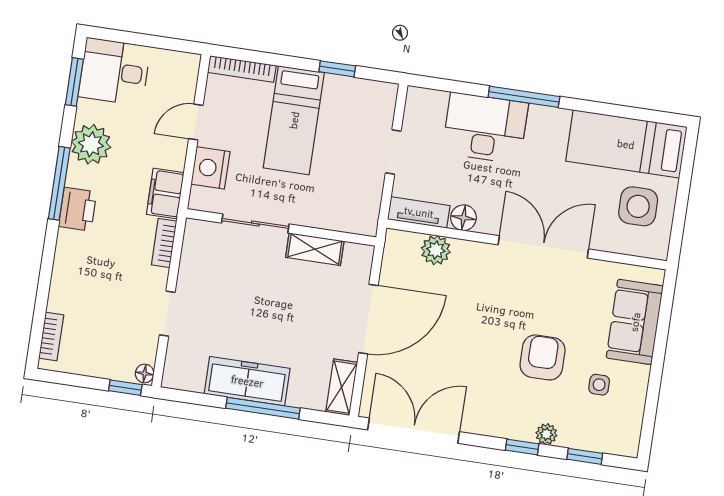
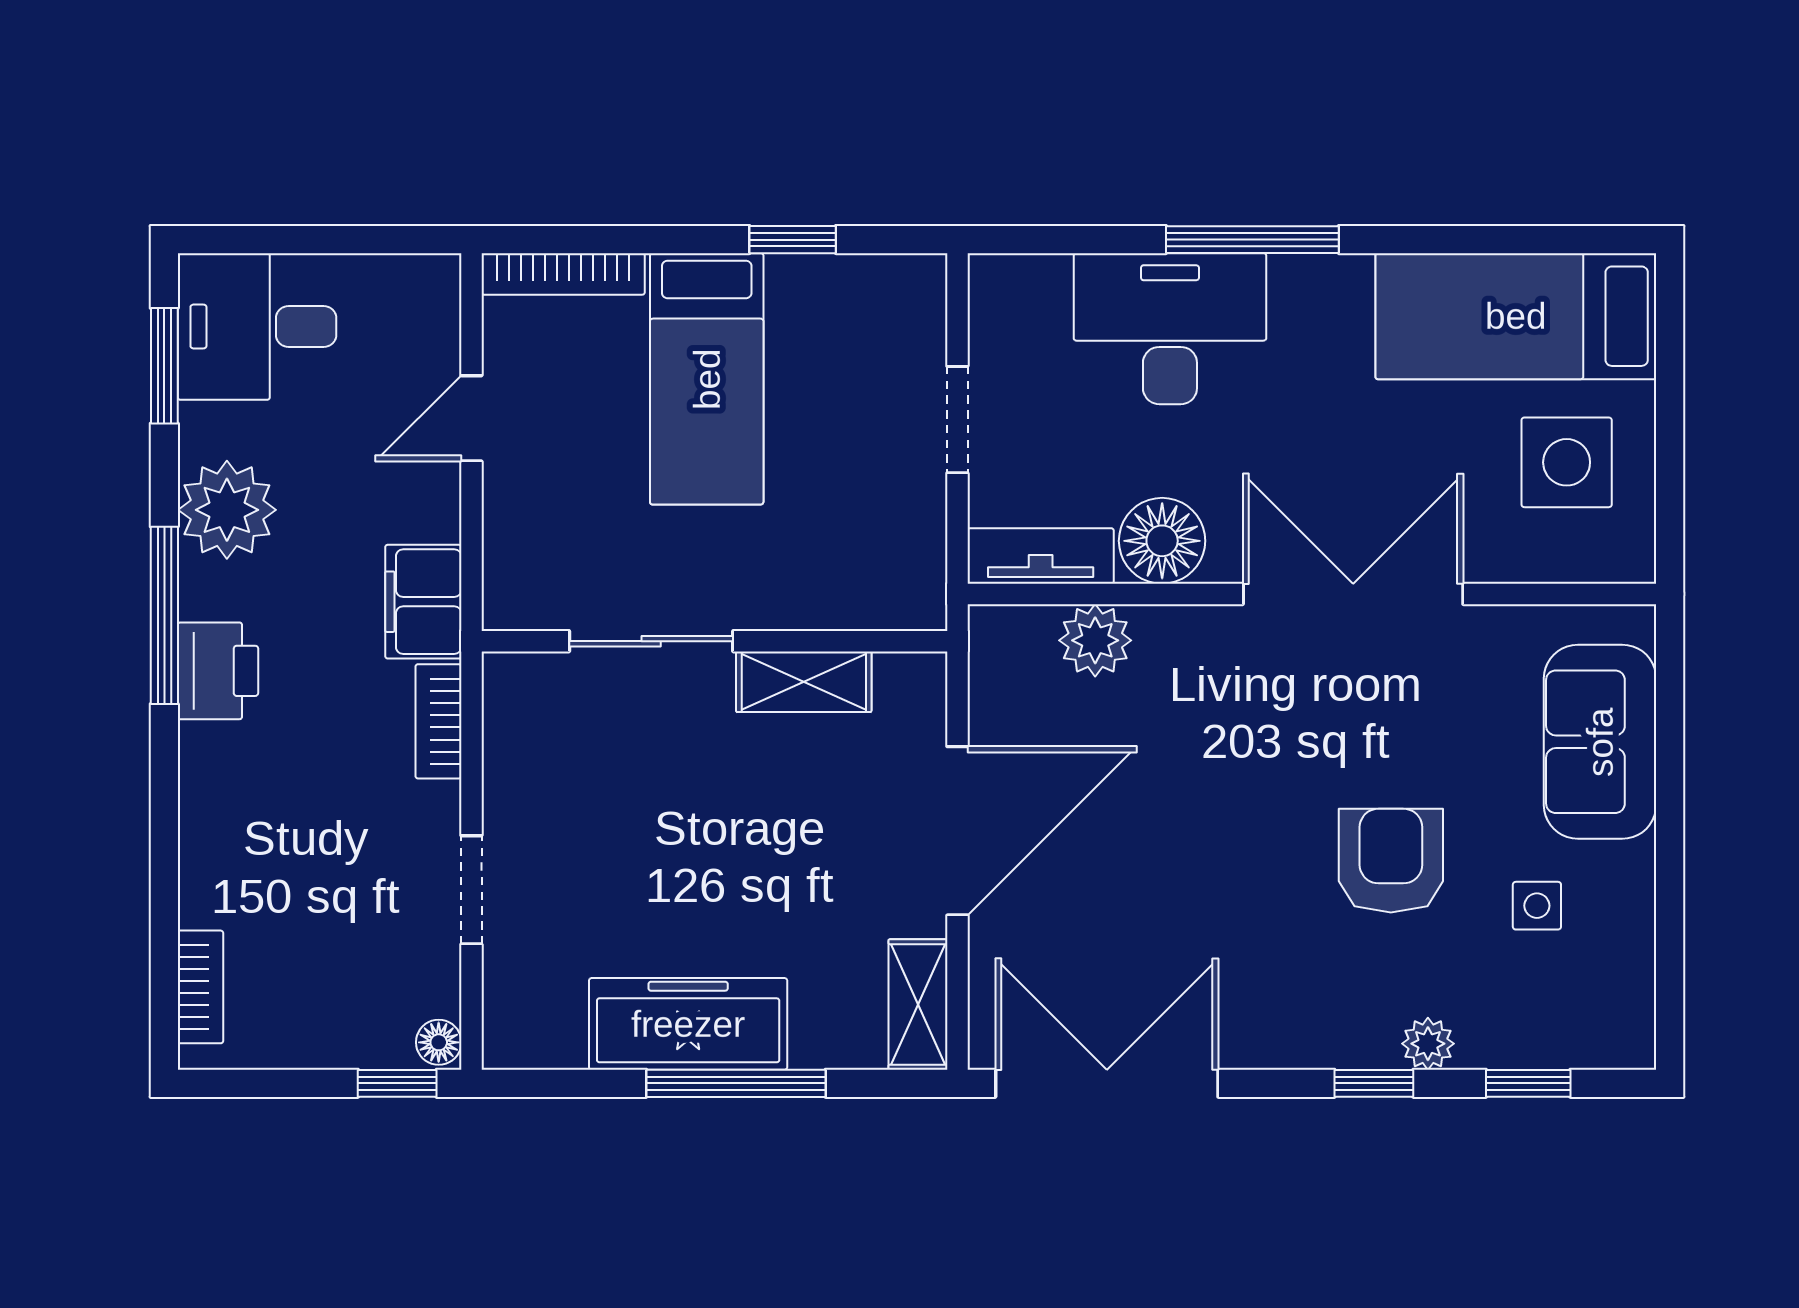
nightstand: (210, 168) -> (523, 524), removed
floor lamp: (463, 218) -> (1162, 541), width x1.38, depth x1.38

